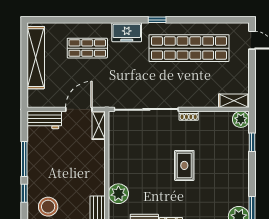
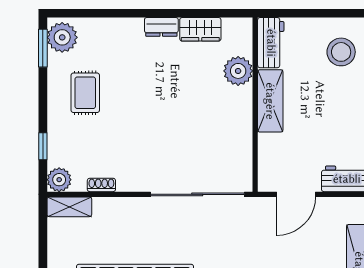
shoe rack: (189, 116) -> (101, 185), moved
shelving: (99, 125) -> (270, 101), moved, width x1.50, depth x1.33
rug: (184, 165) -> (85, 93), moved

